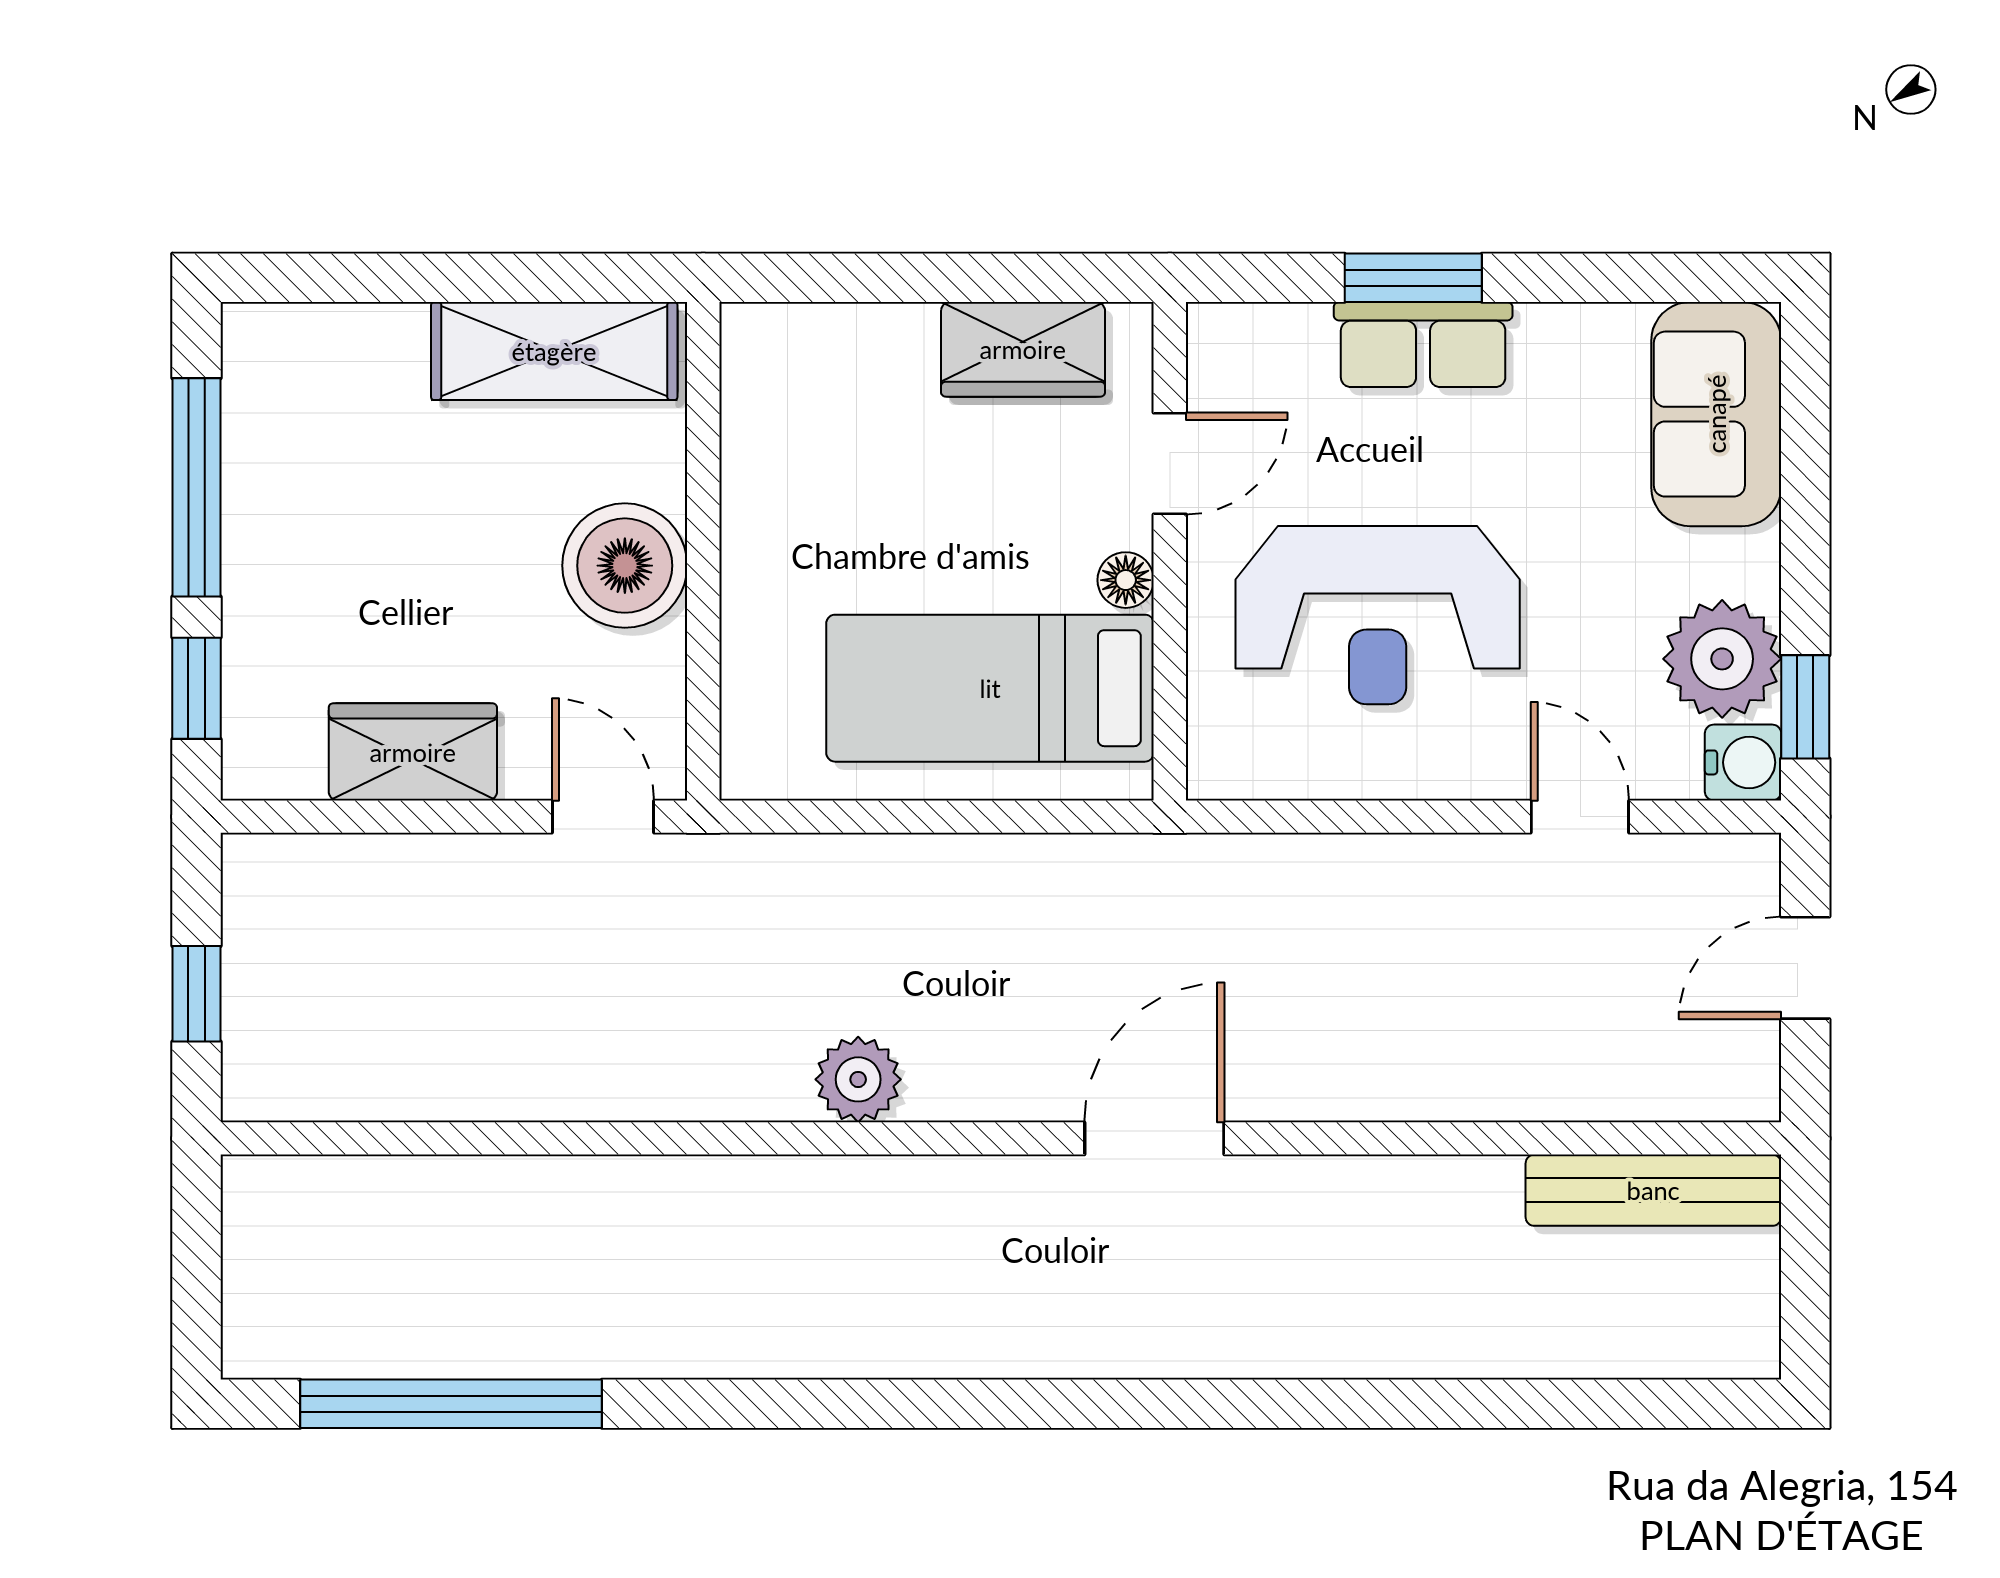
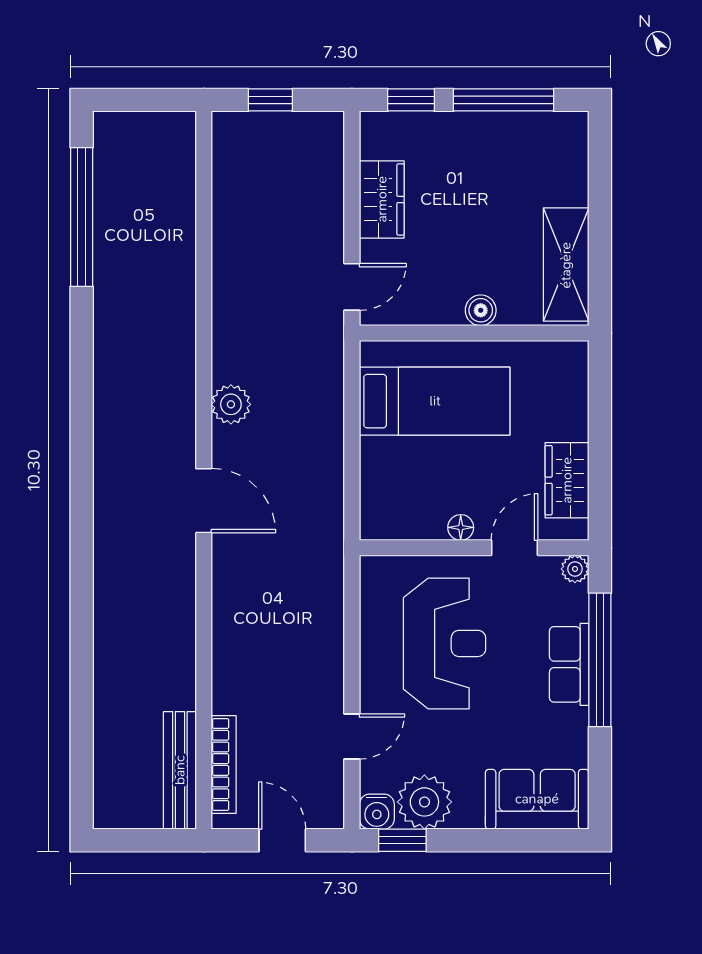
window: (1413, 278) -> (600, 660), width x2.11
plant: (1216, 332) -> (575, 569), added
door: (1170, 463) -> (514, 548), swing flipped
boiler: (625, 566) -> (481, 310), width x0.54, depth x0.54
reception desk: (1378, 615) -> (445, 643), turned 180
bed: (990, 688) -> (435, 401), moved, turned 90
bookcase: (1641, 1095) -> (224, 765), added
door: (1154, 1138) -> (204, 501), moved

